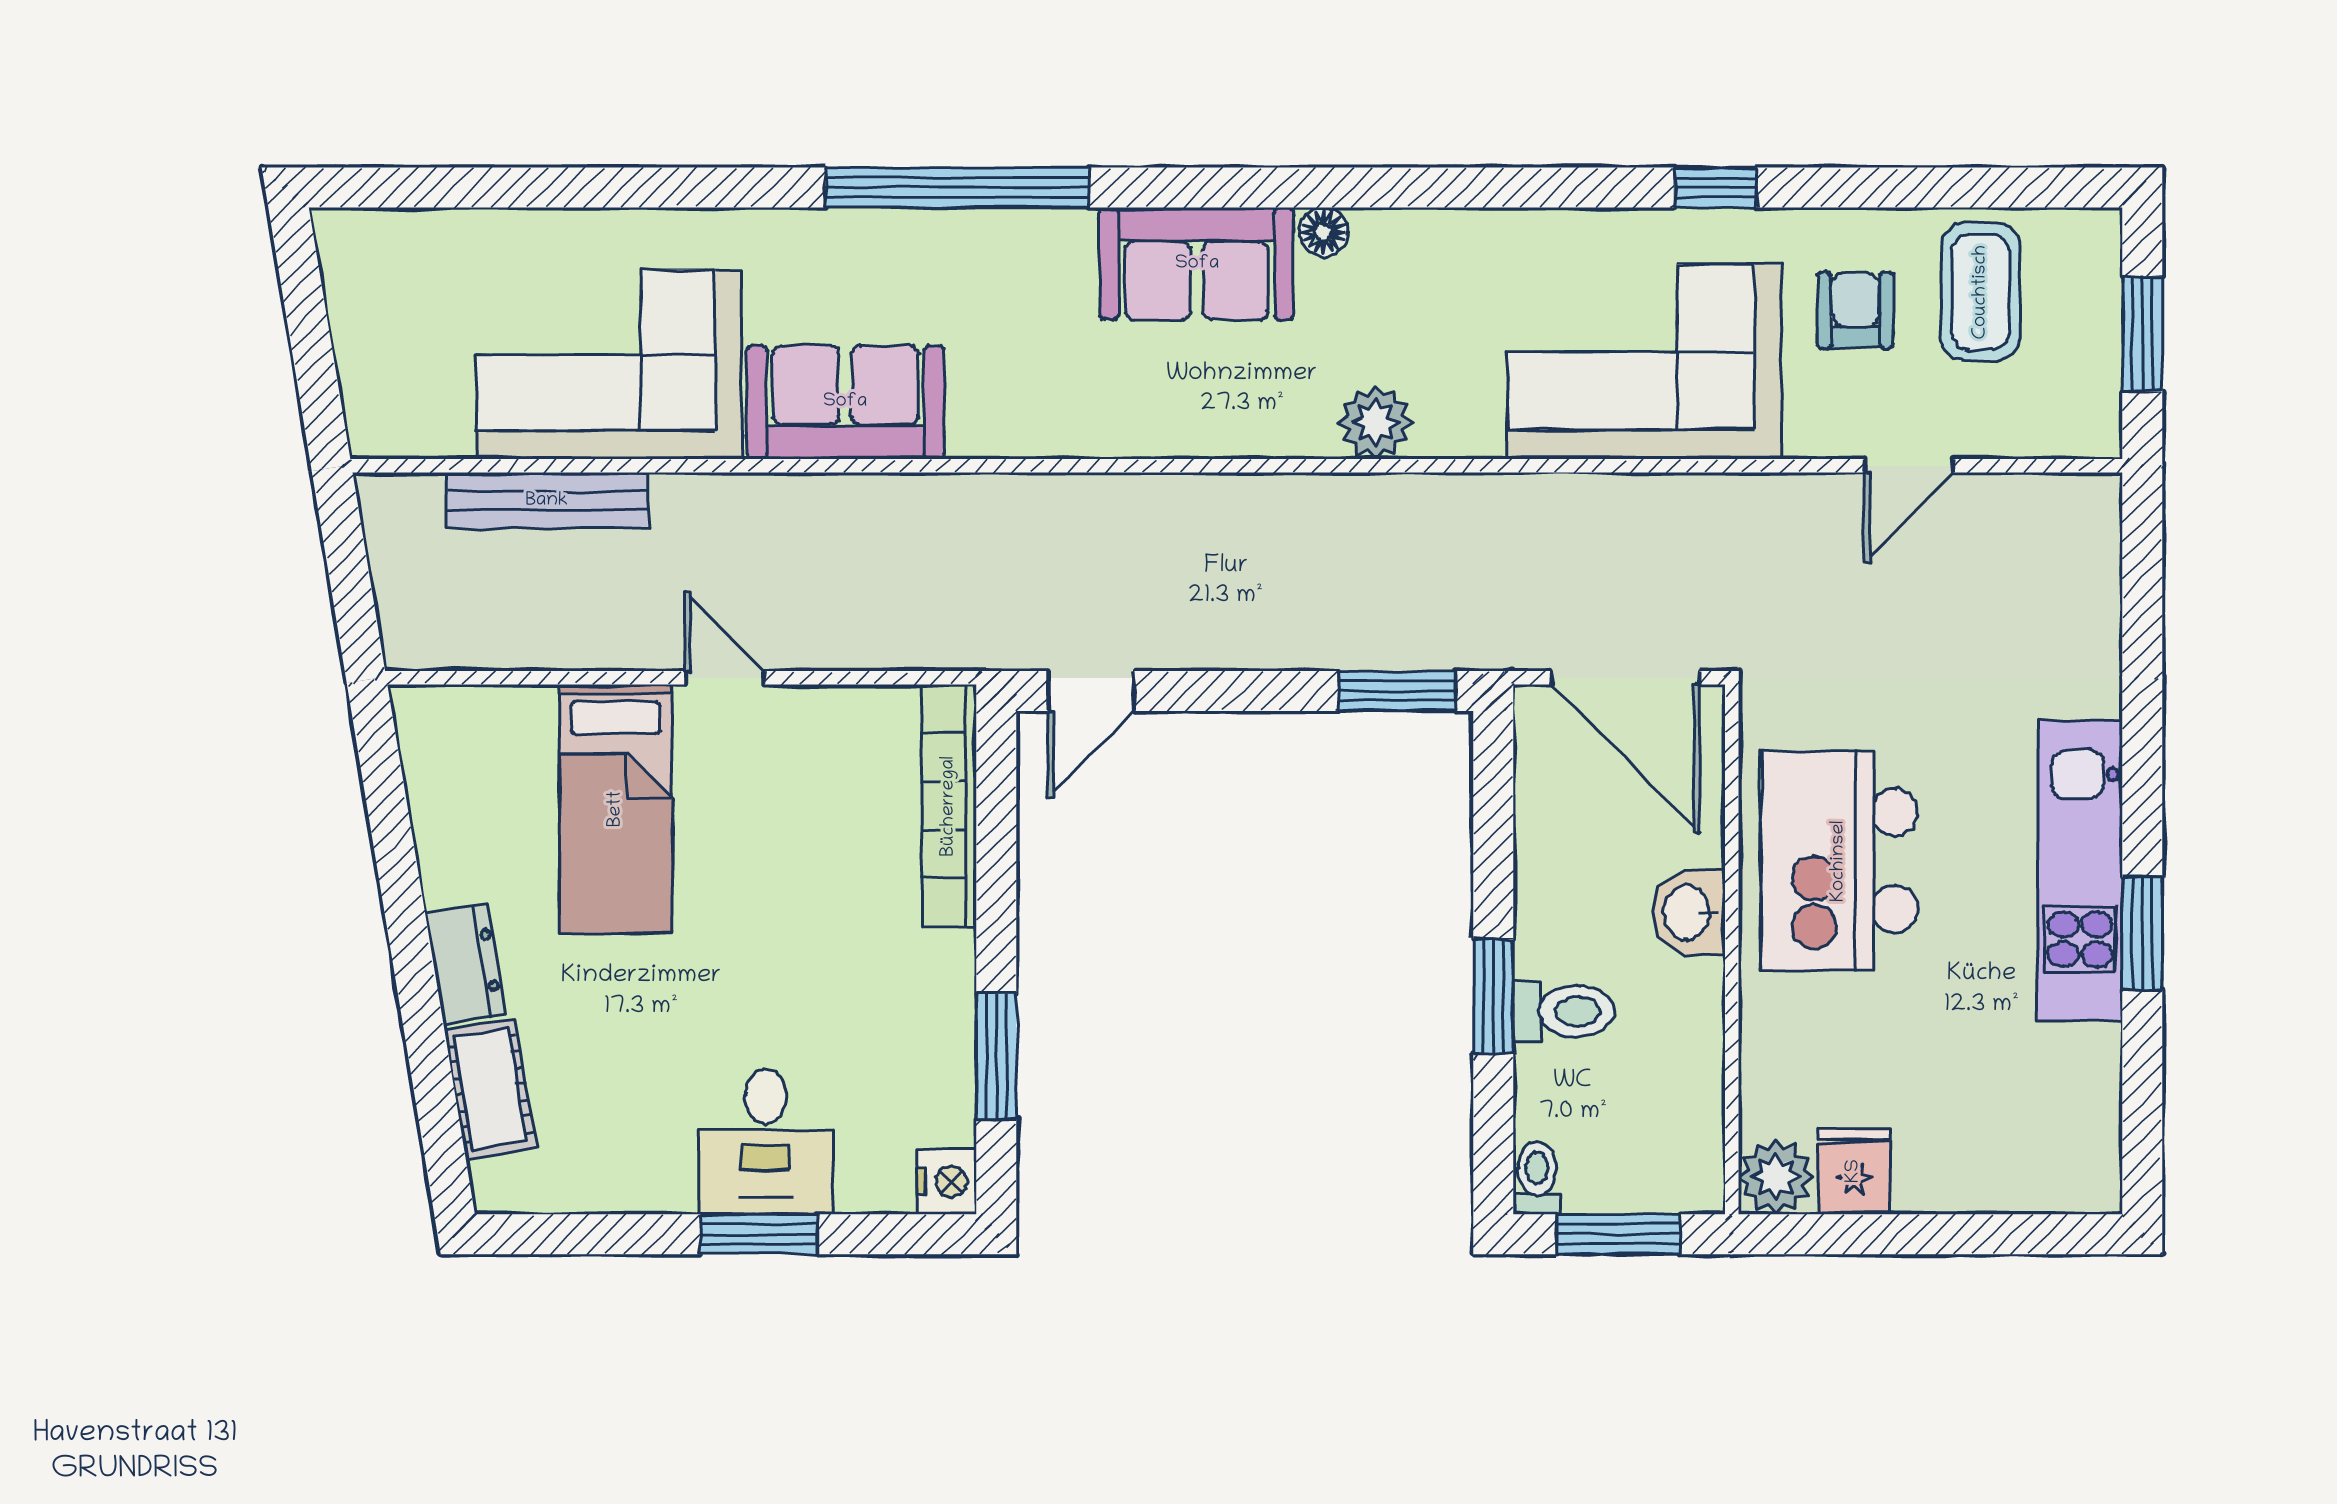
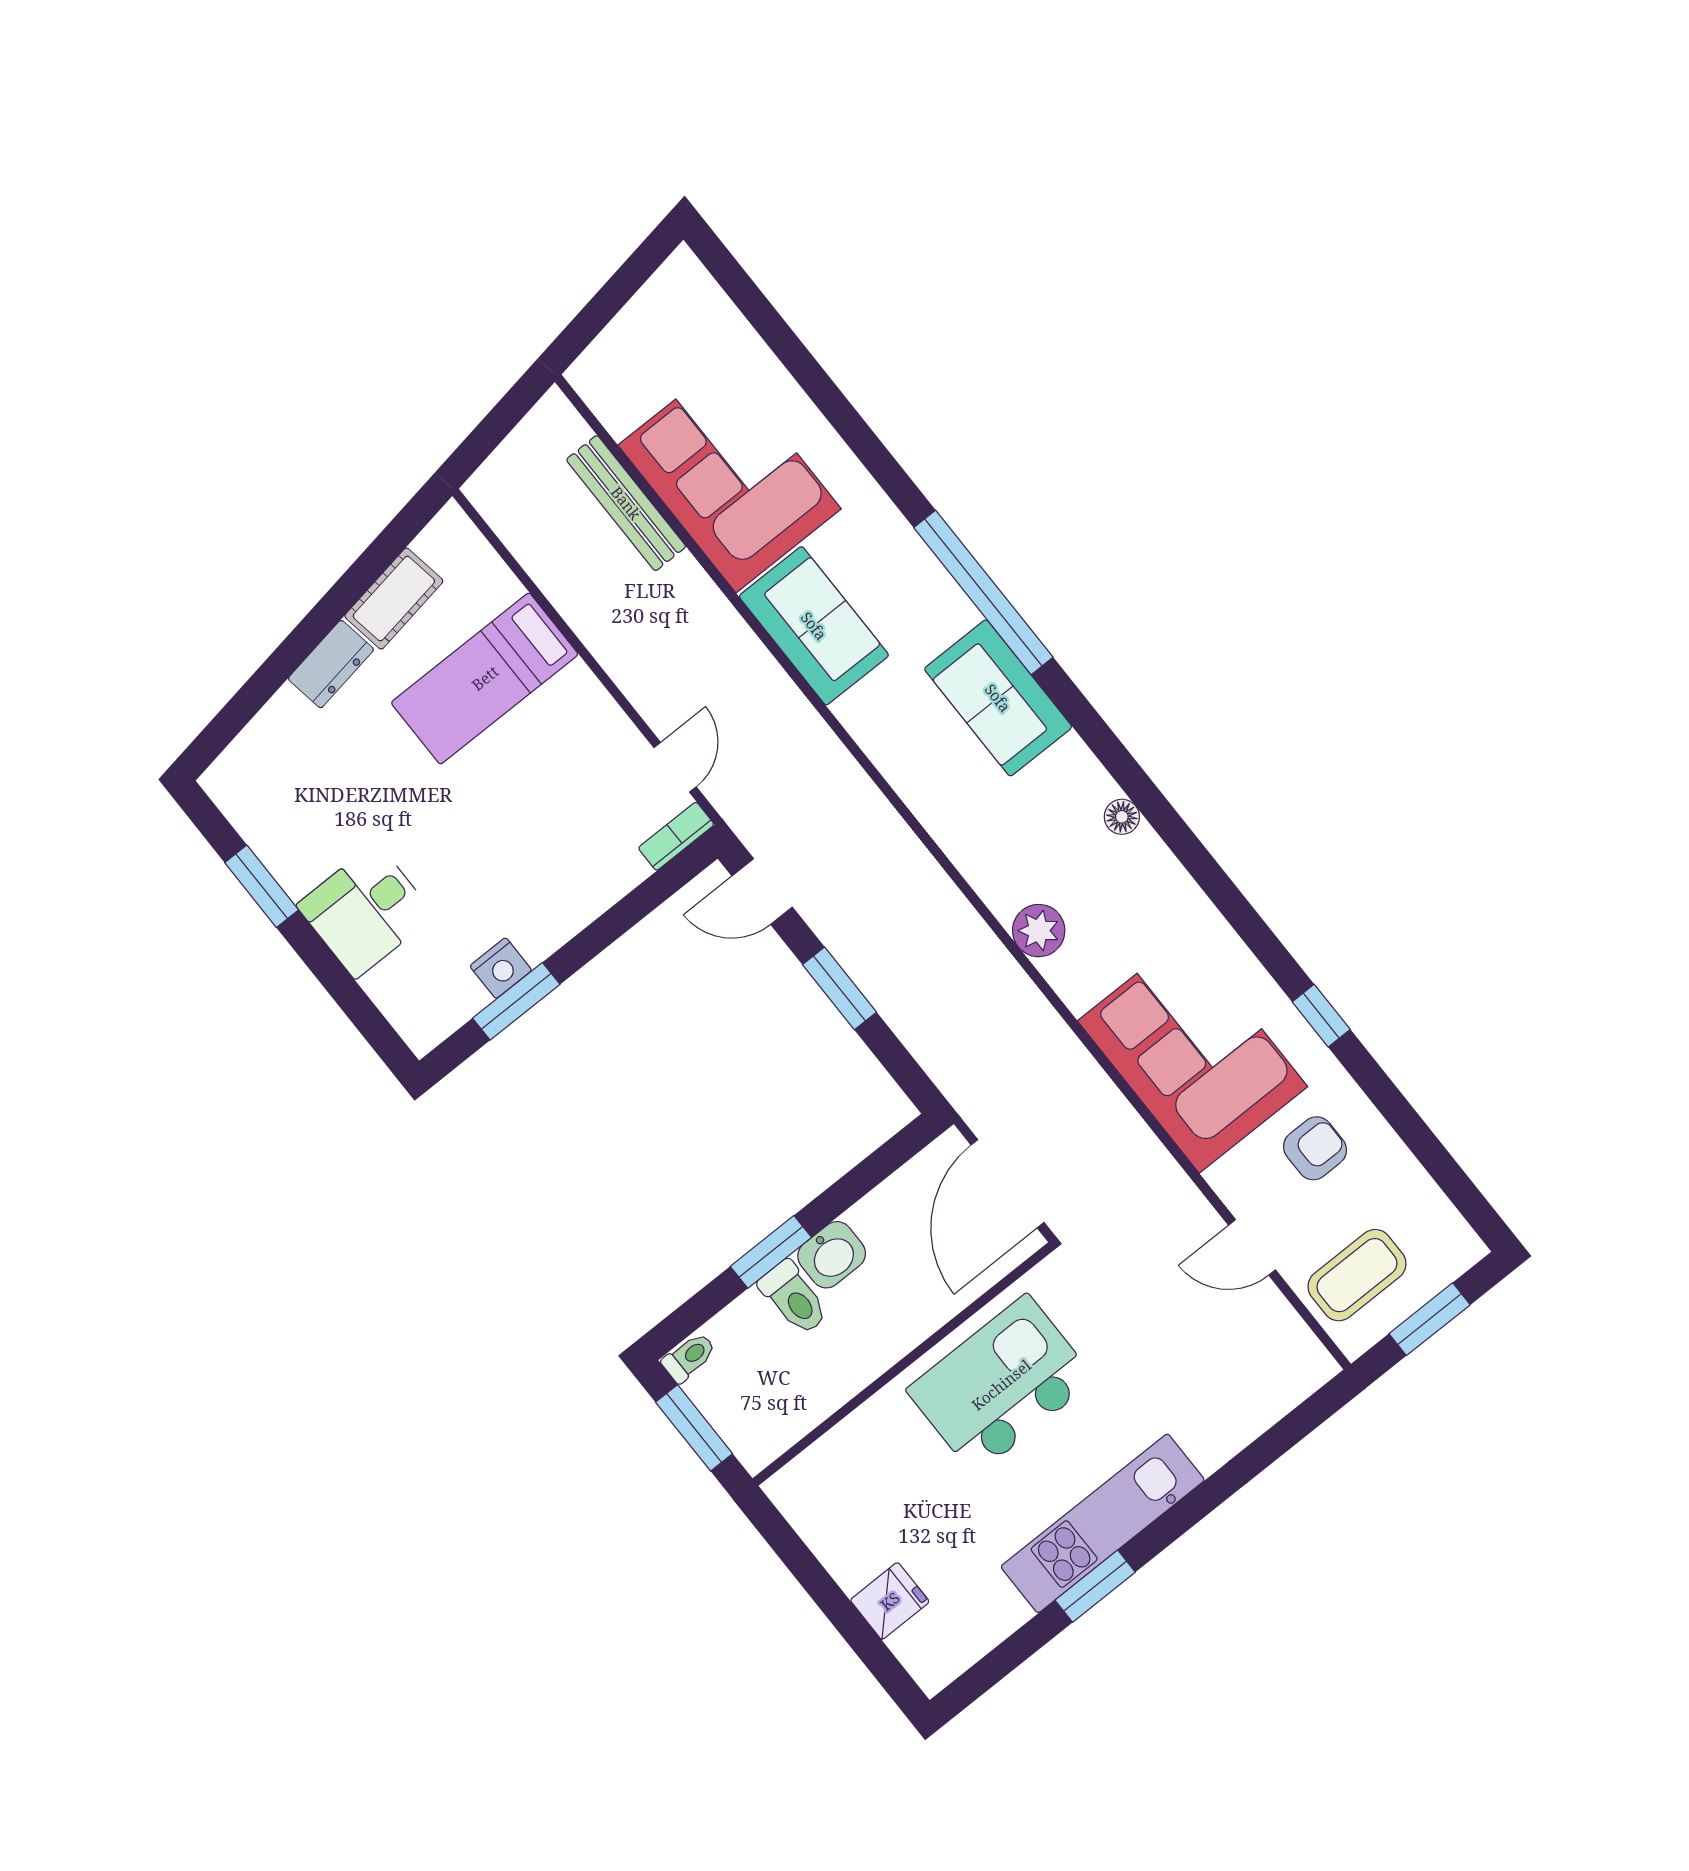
sofa: (1197, 264) -> (998, 698), moved
coffee table: (1981, 292) -> (1357, 1275), moved
door: (724, 678) -> (675, 767), moved
window: (1397, 691) -> (839, 988), moved
bookcase: (949, 806) -> (676, 836), width x0.43, depth x0.76
washbasin: (1689, 912) -> (832, 1255), moved, turned 180
cot: (490, 1089) -> (394, 599), moved
fridge: (1854, 1171) -> (890, 1601), moved
plant: (1776, 1177) -> (796, 1490), removed
nightstand: (947, 1182) -> (501, 968), moved
window: (759, 1234) -> (262, 886), moved

